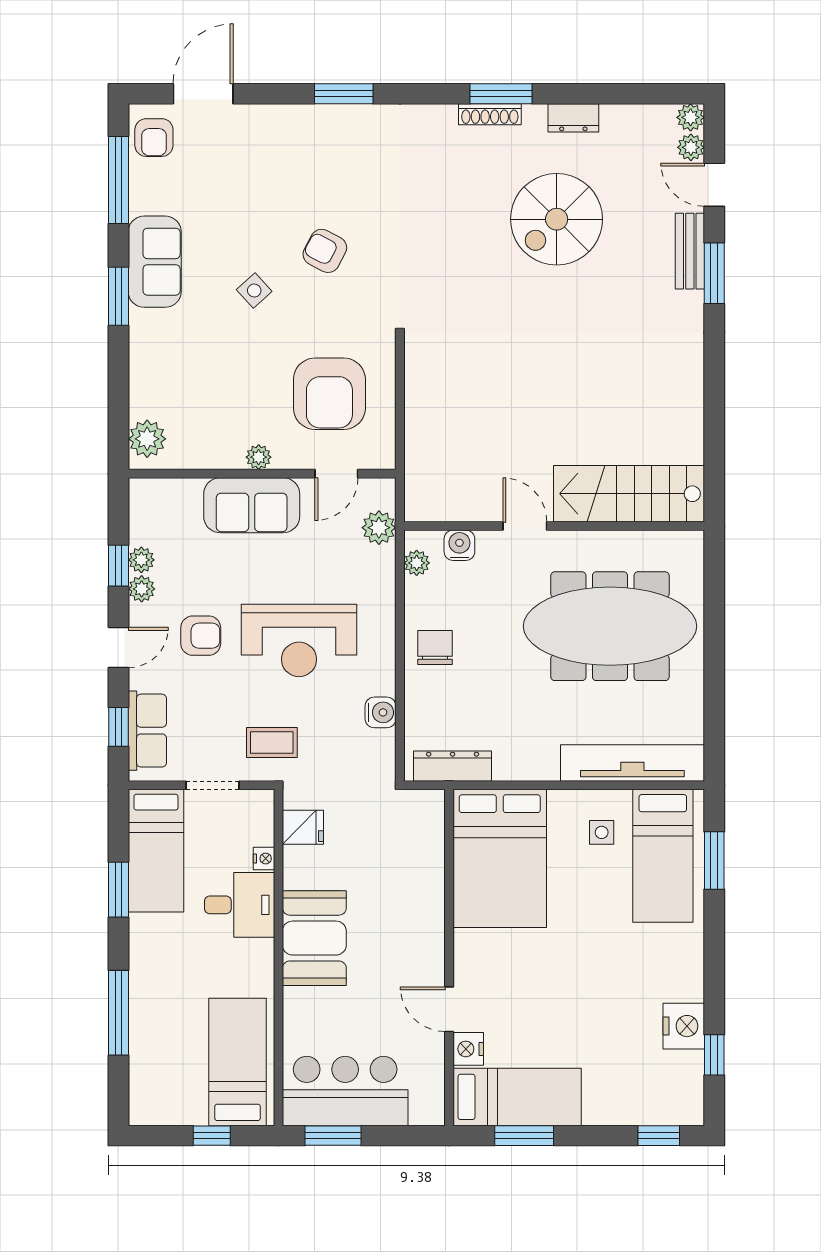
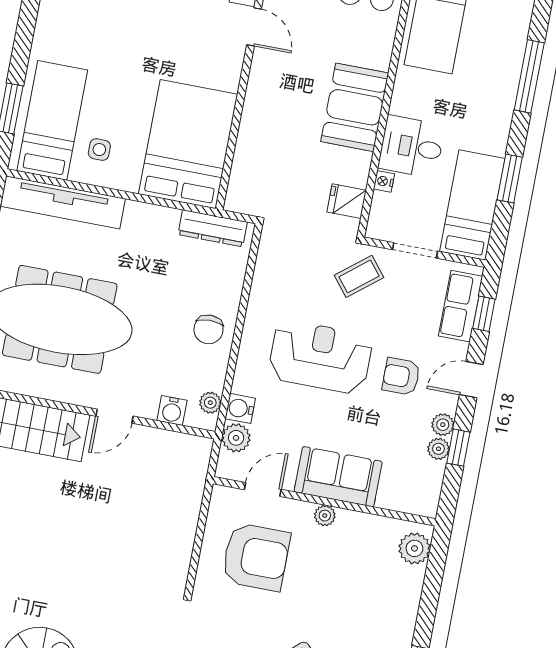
armchair: (329, 394) -> (256, 557), turned 90
door: (525, 526) -> (115, 416), hinge flipped
water cooler: (381, 712) -> (240, 408), moved
coffee table: (272, 743) -> (359, 276), turned -39

